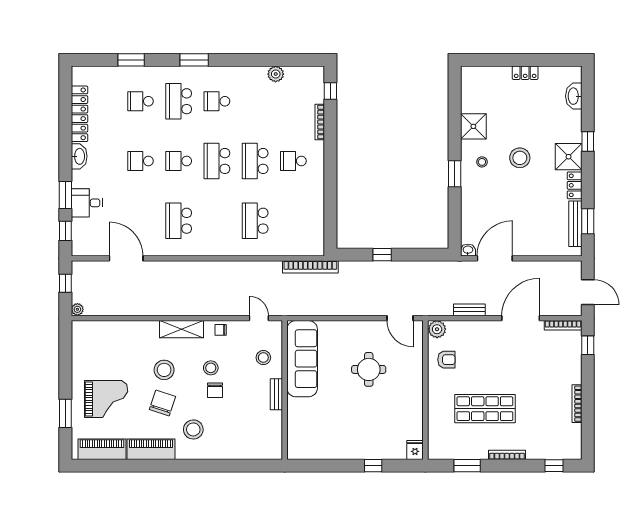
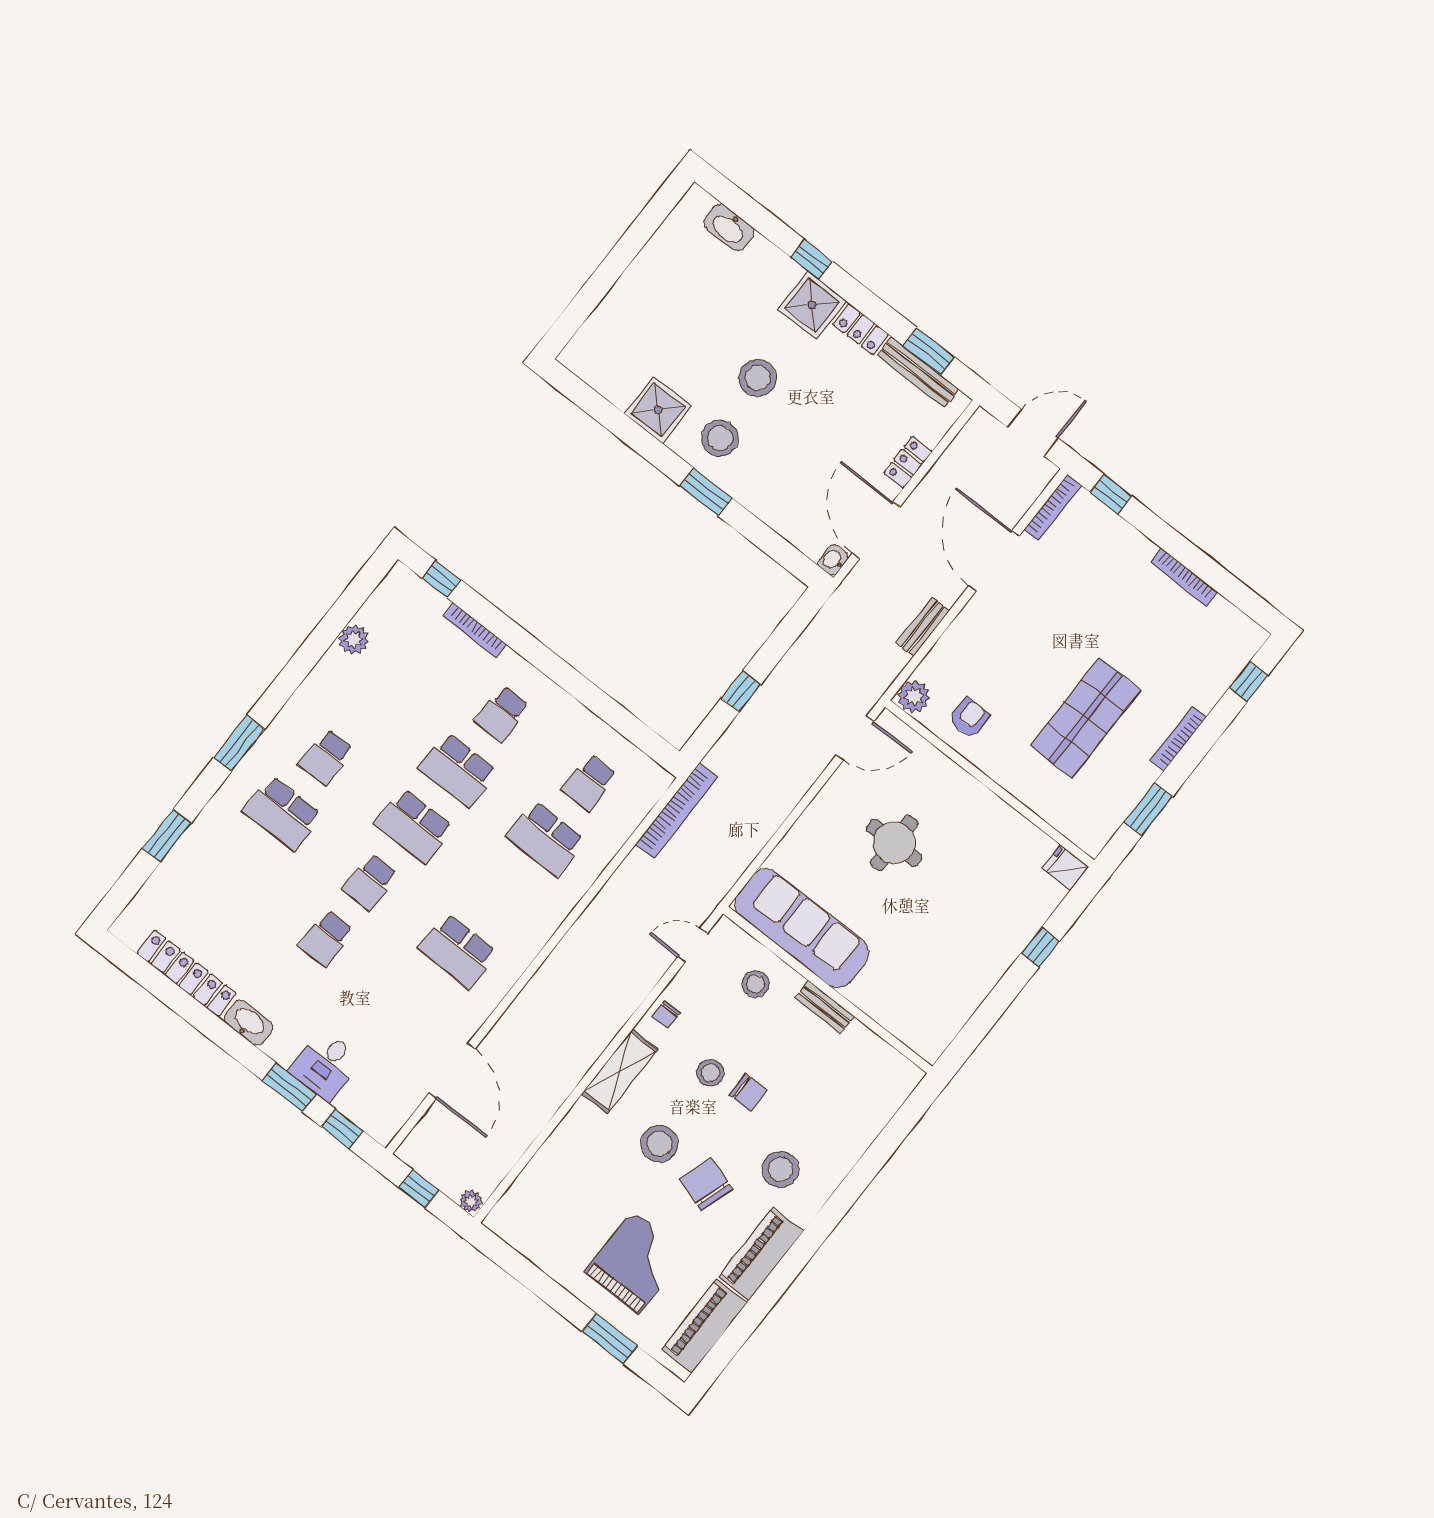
locker: (525, 73) -> (908, 462), moved, turned 180
school desk: (140, 101) -> (589, 782), moved
stool: (482, 162) -> (720, 438), width x1.89, depth x1.89
door: (126, 258) -> (452, 1071), swing flipped

